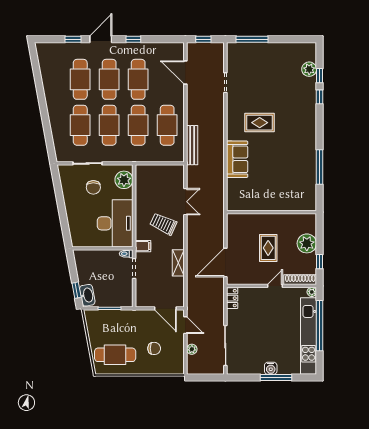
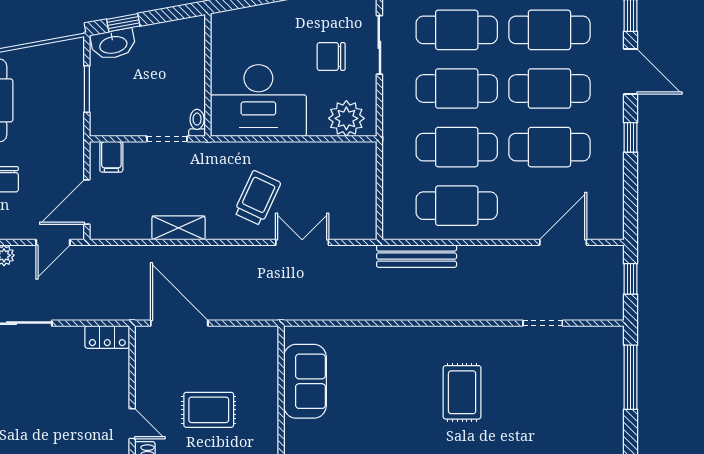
sofa: (237, 159) -> (305, 381), moved, turned -90
double door: (185, 202) -> (302, 242), swing flipped
filing cabinet: (143, 246) -> (111, 157), moved

